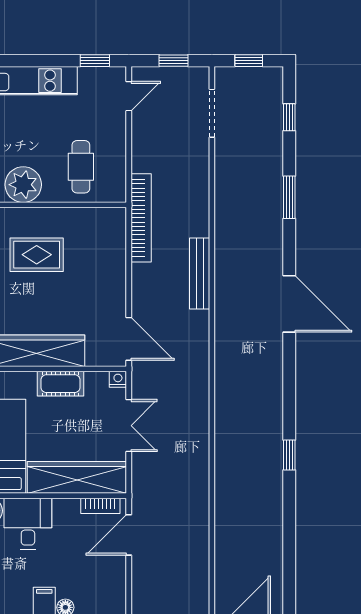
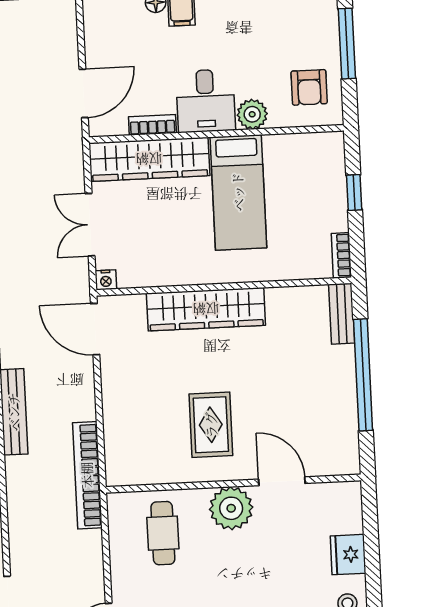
rug: (37, 255) -> (211, 425), turned 90
cot: (60, 384) -> (175, 271), removed
bookcase: (100, 506) -> (152, 125), moved

